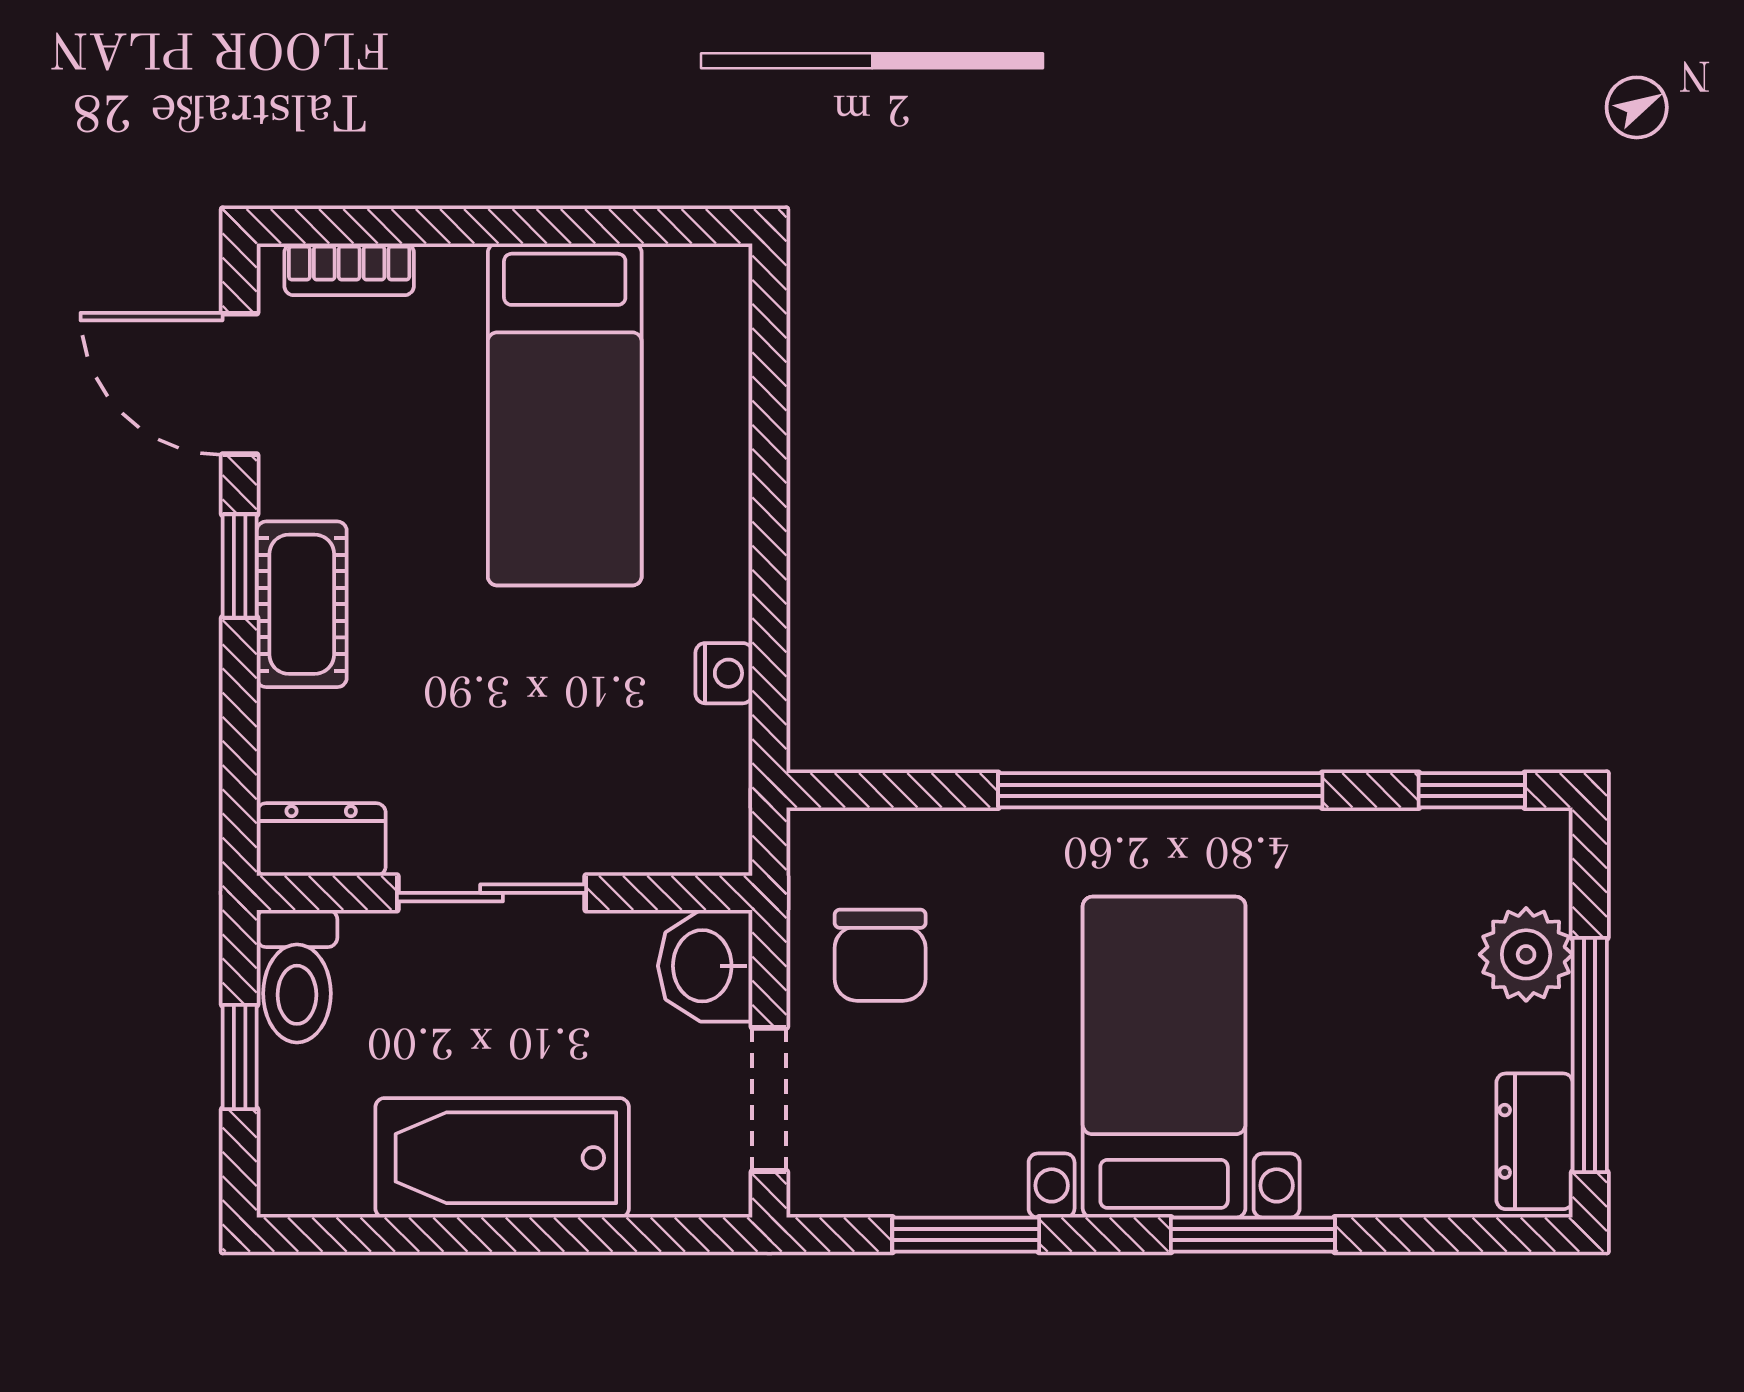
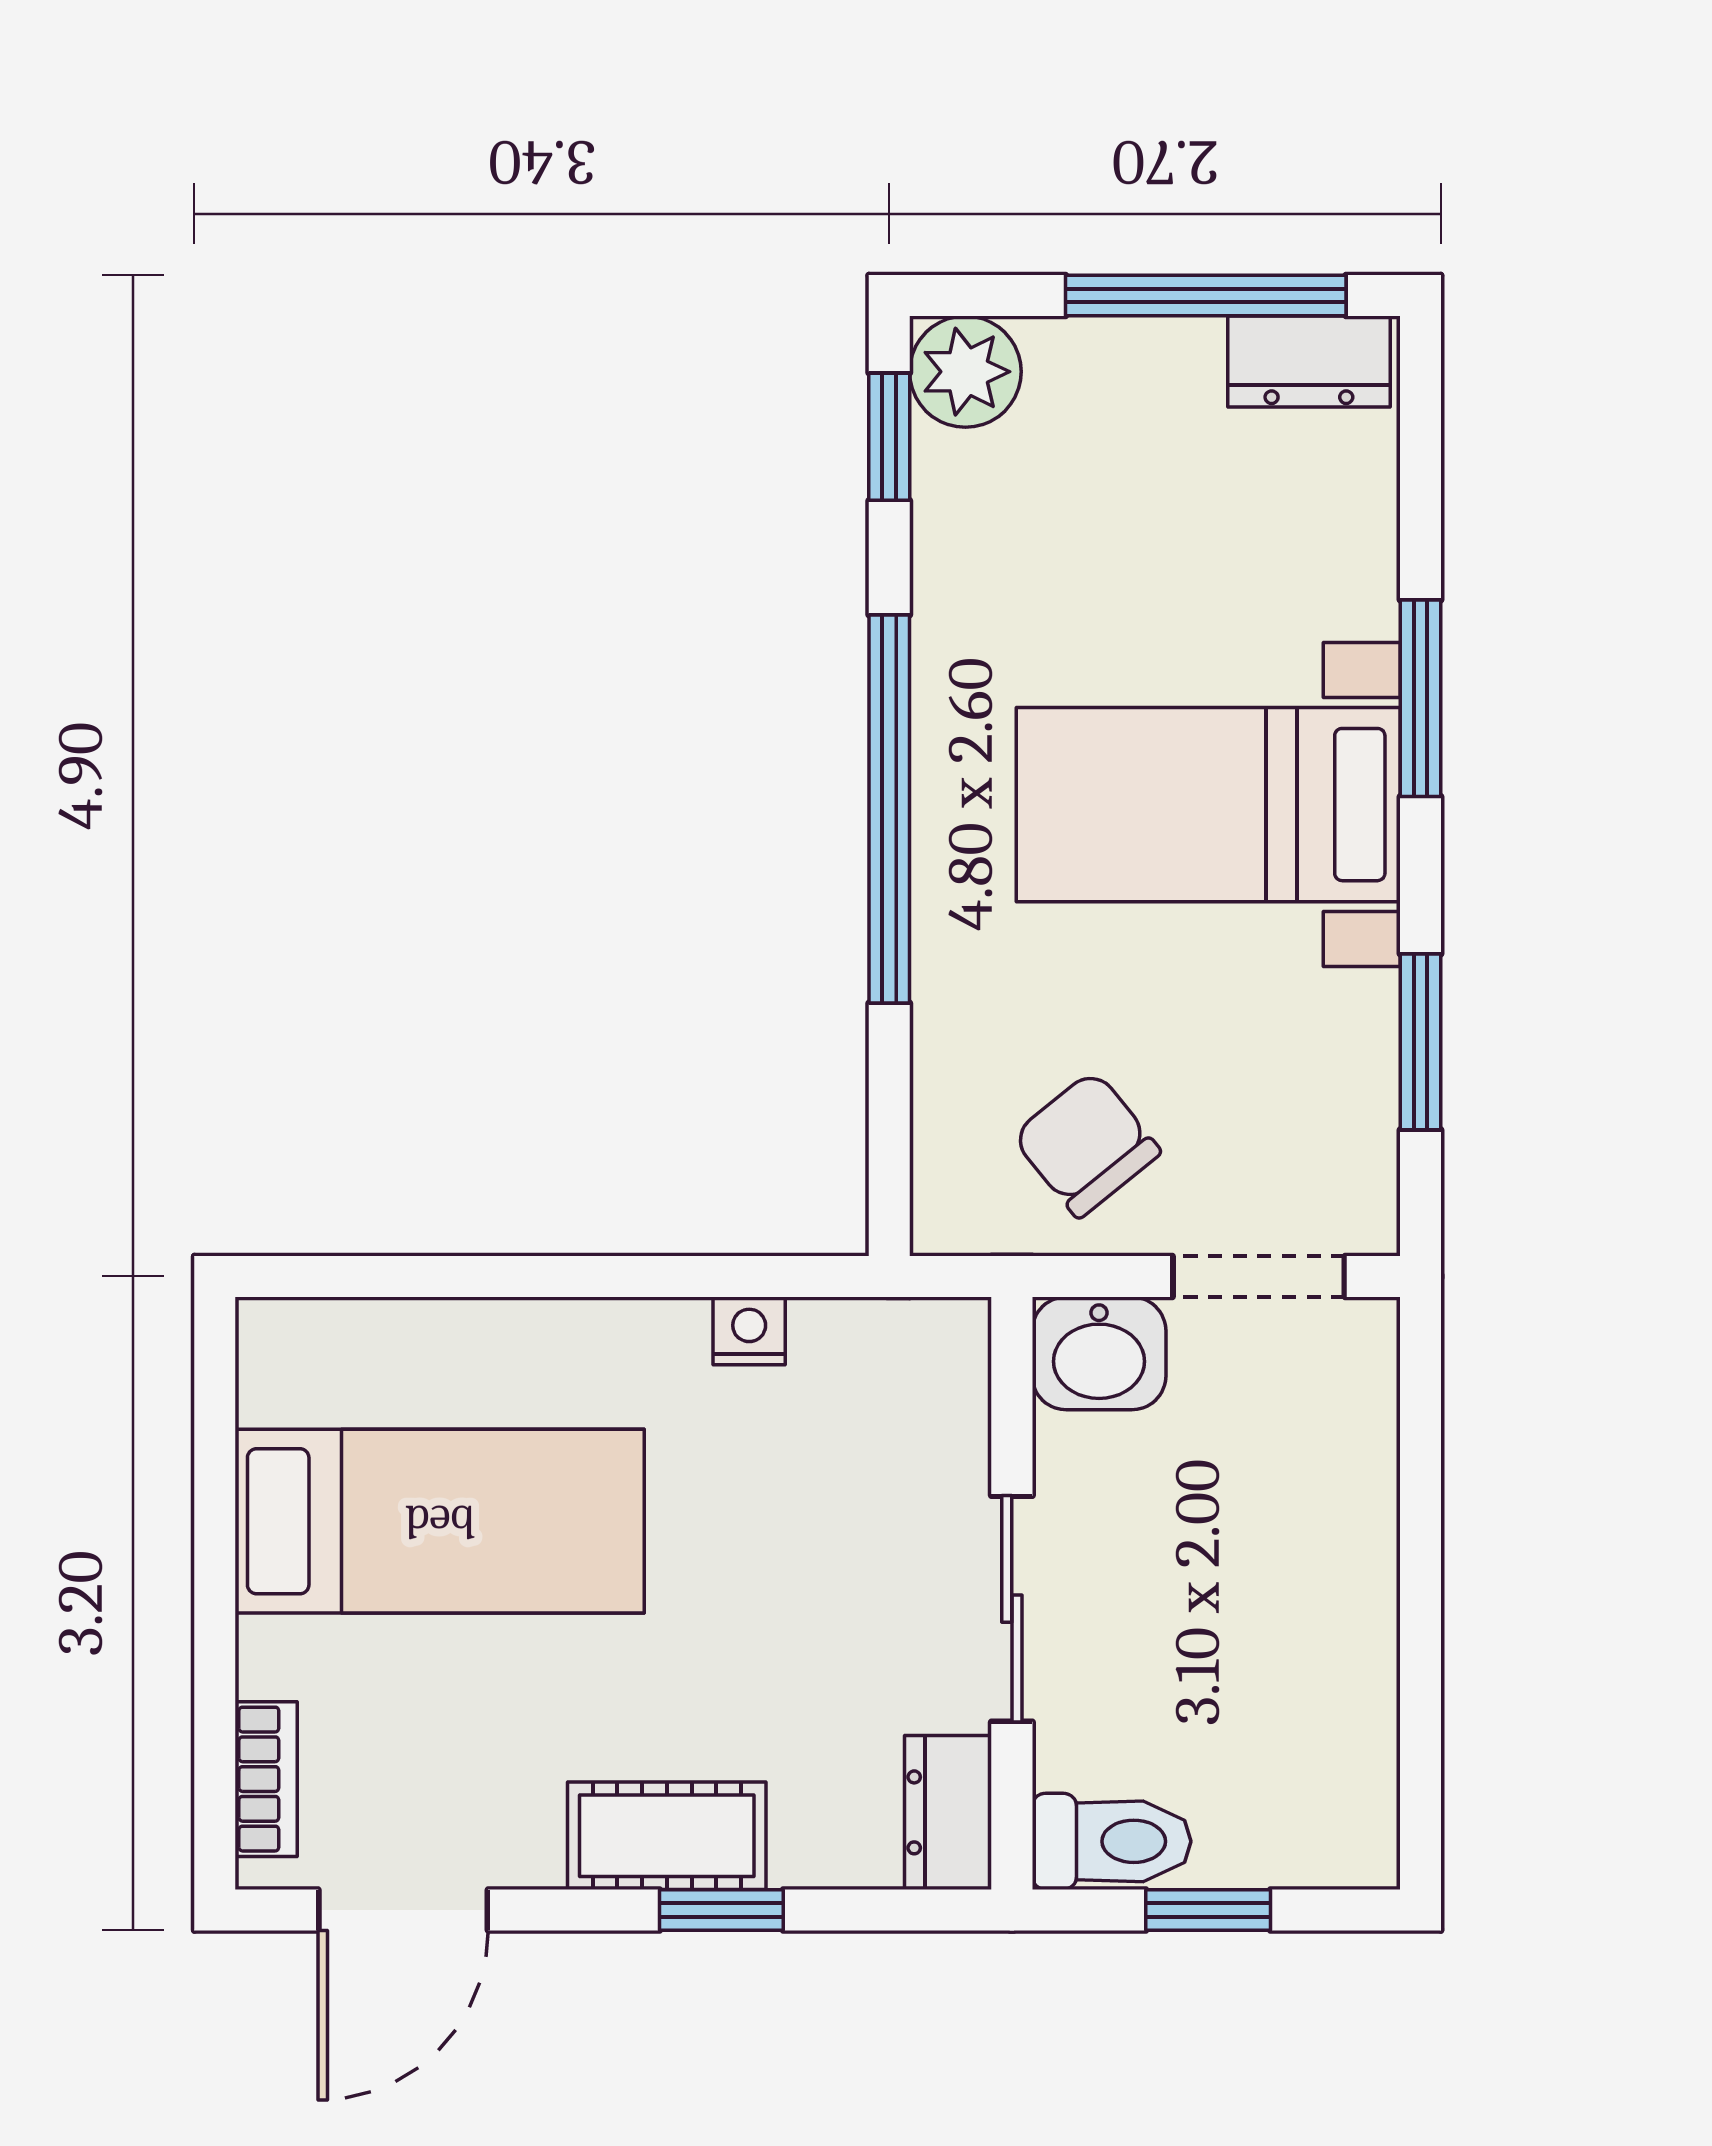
window: (240, 566) -> (721, 1910), moved
plant: (1526, 954) -> (965, 372), moved
chair: (880, 955) -> (1086, 1144), turned -129
bathtub: (502, 1158) -> (1329, 1596), removed

